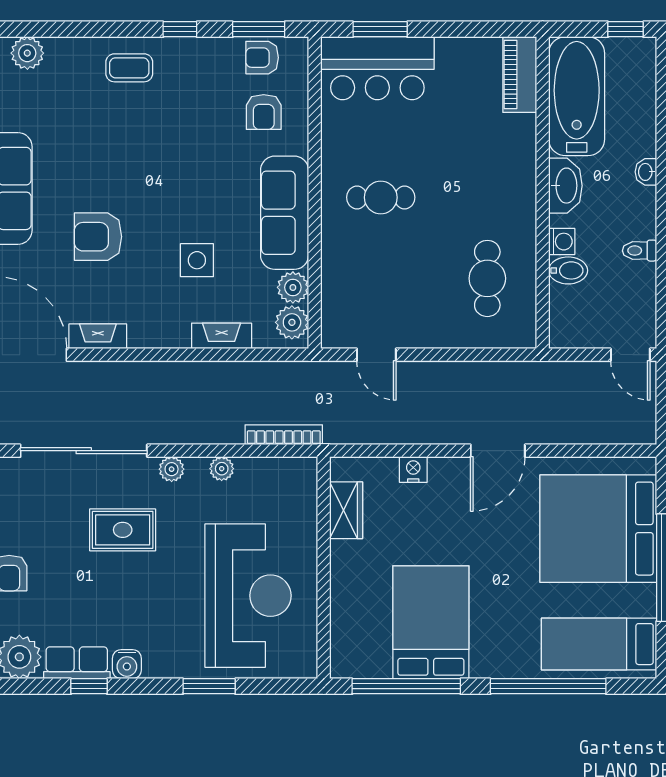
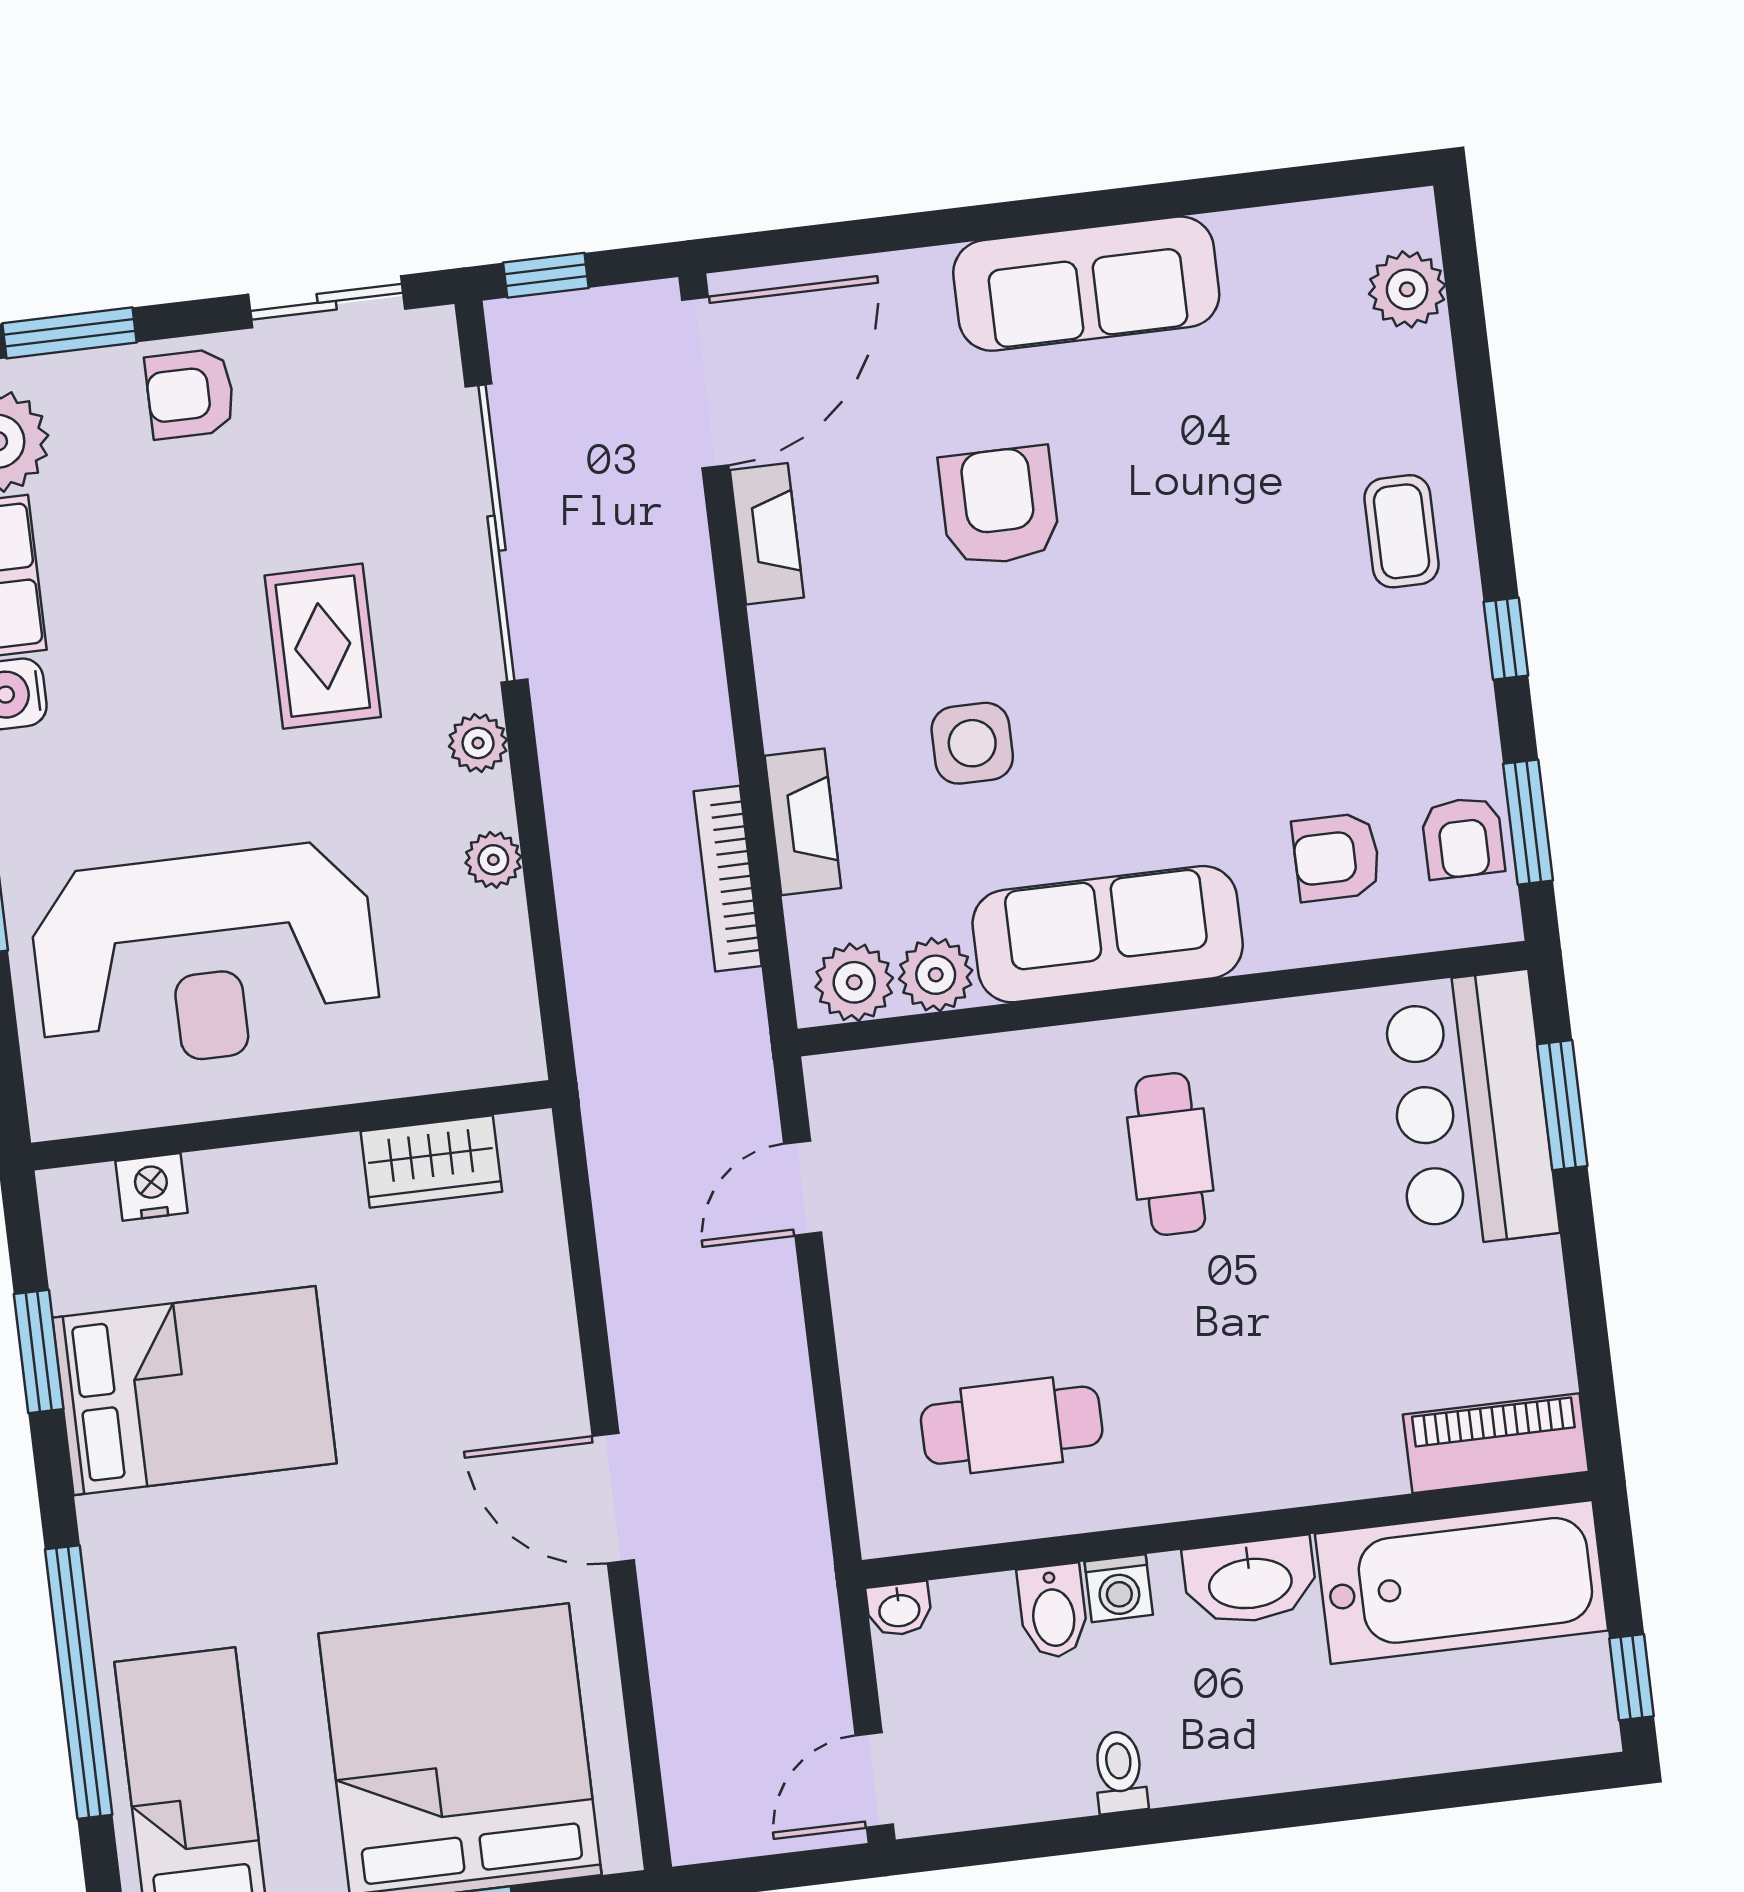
armchair: (262, 58) -> (1463, 838), turned 180
washbasin: (646, 172) -> (899, 1609), moved, turned 180
bookcase: (284, 435) -> (728, 879), moved, turned 180
nightstand: (413, 470) -> (151, 1187), moved, turned -90
window: (406, 686) -> (39, 1352), width x0.47

